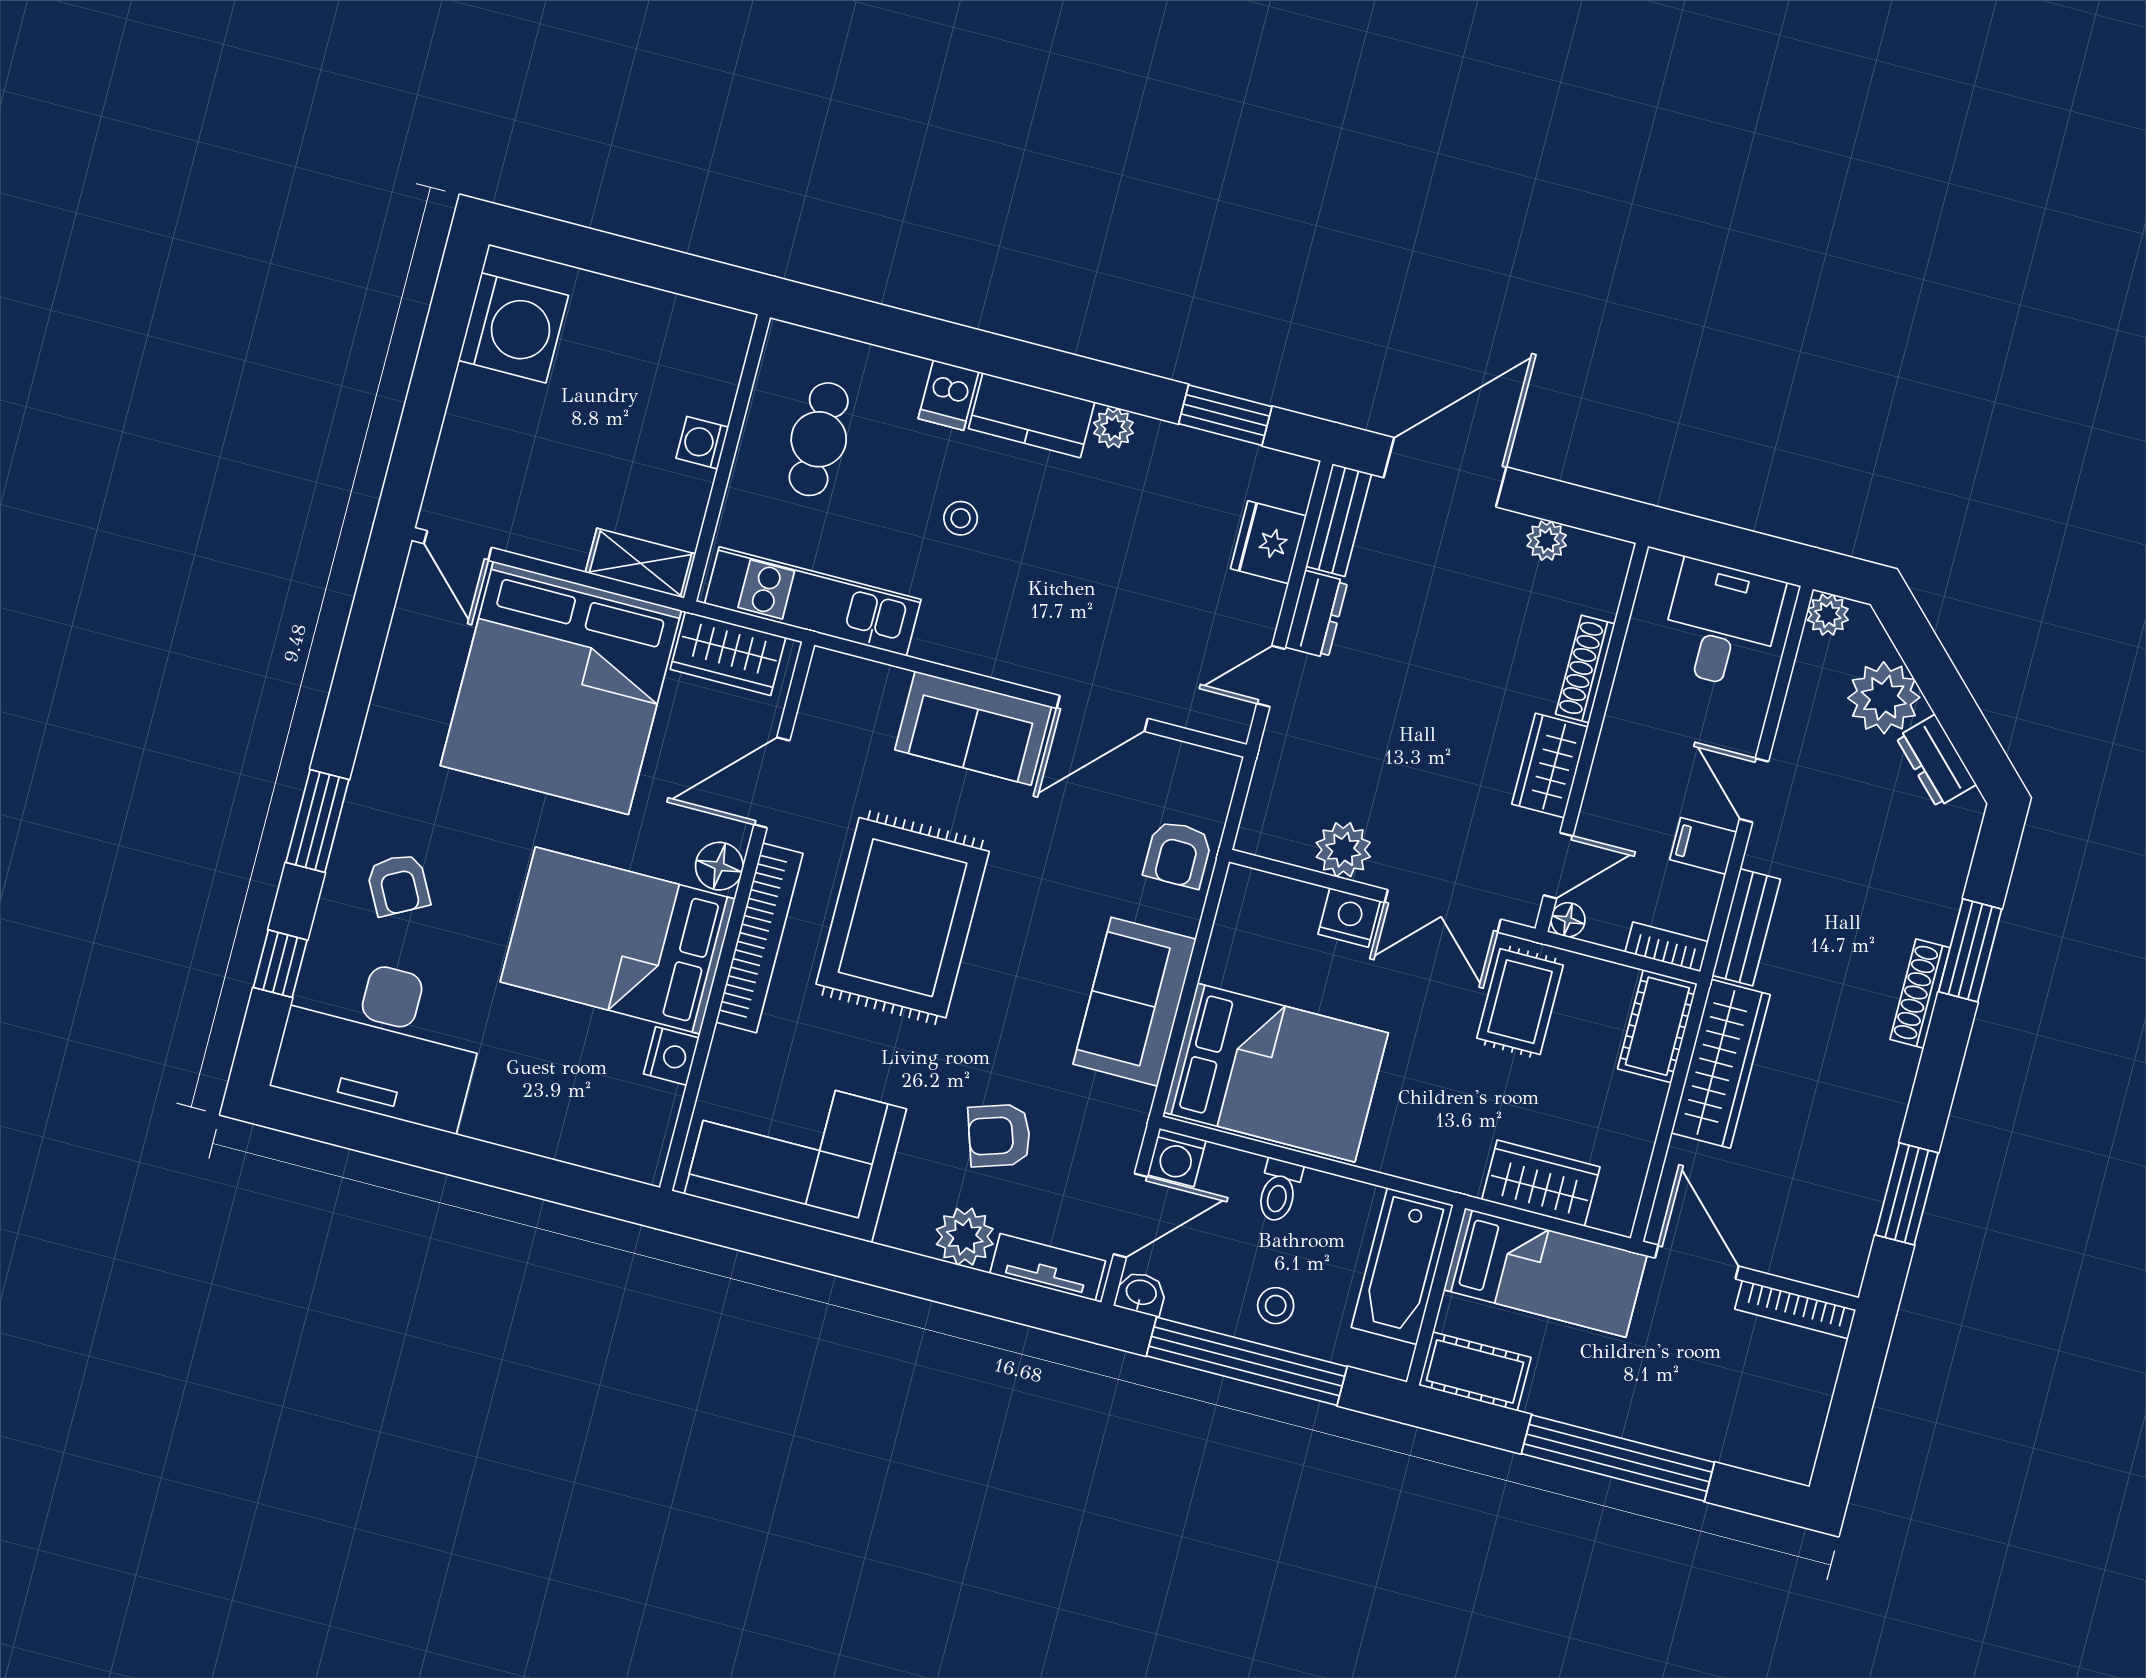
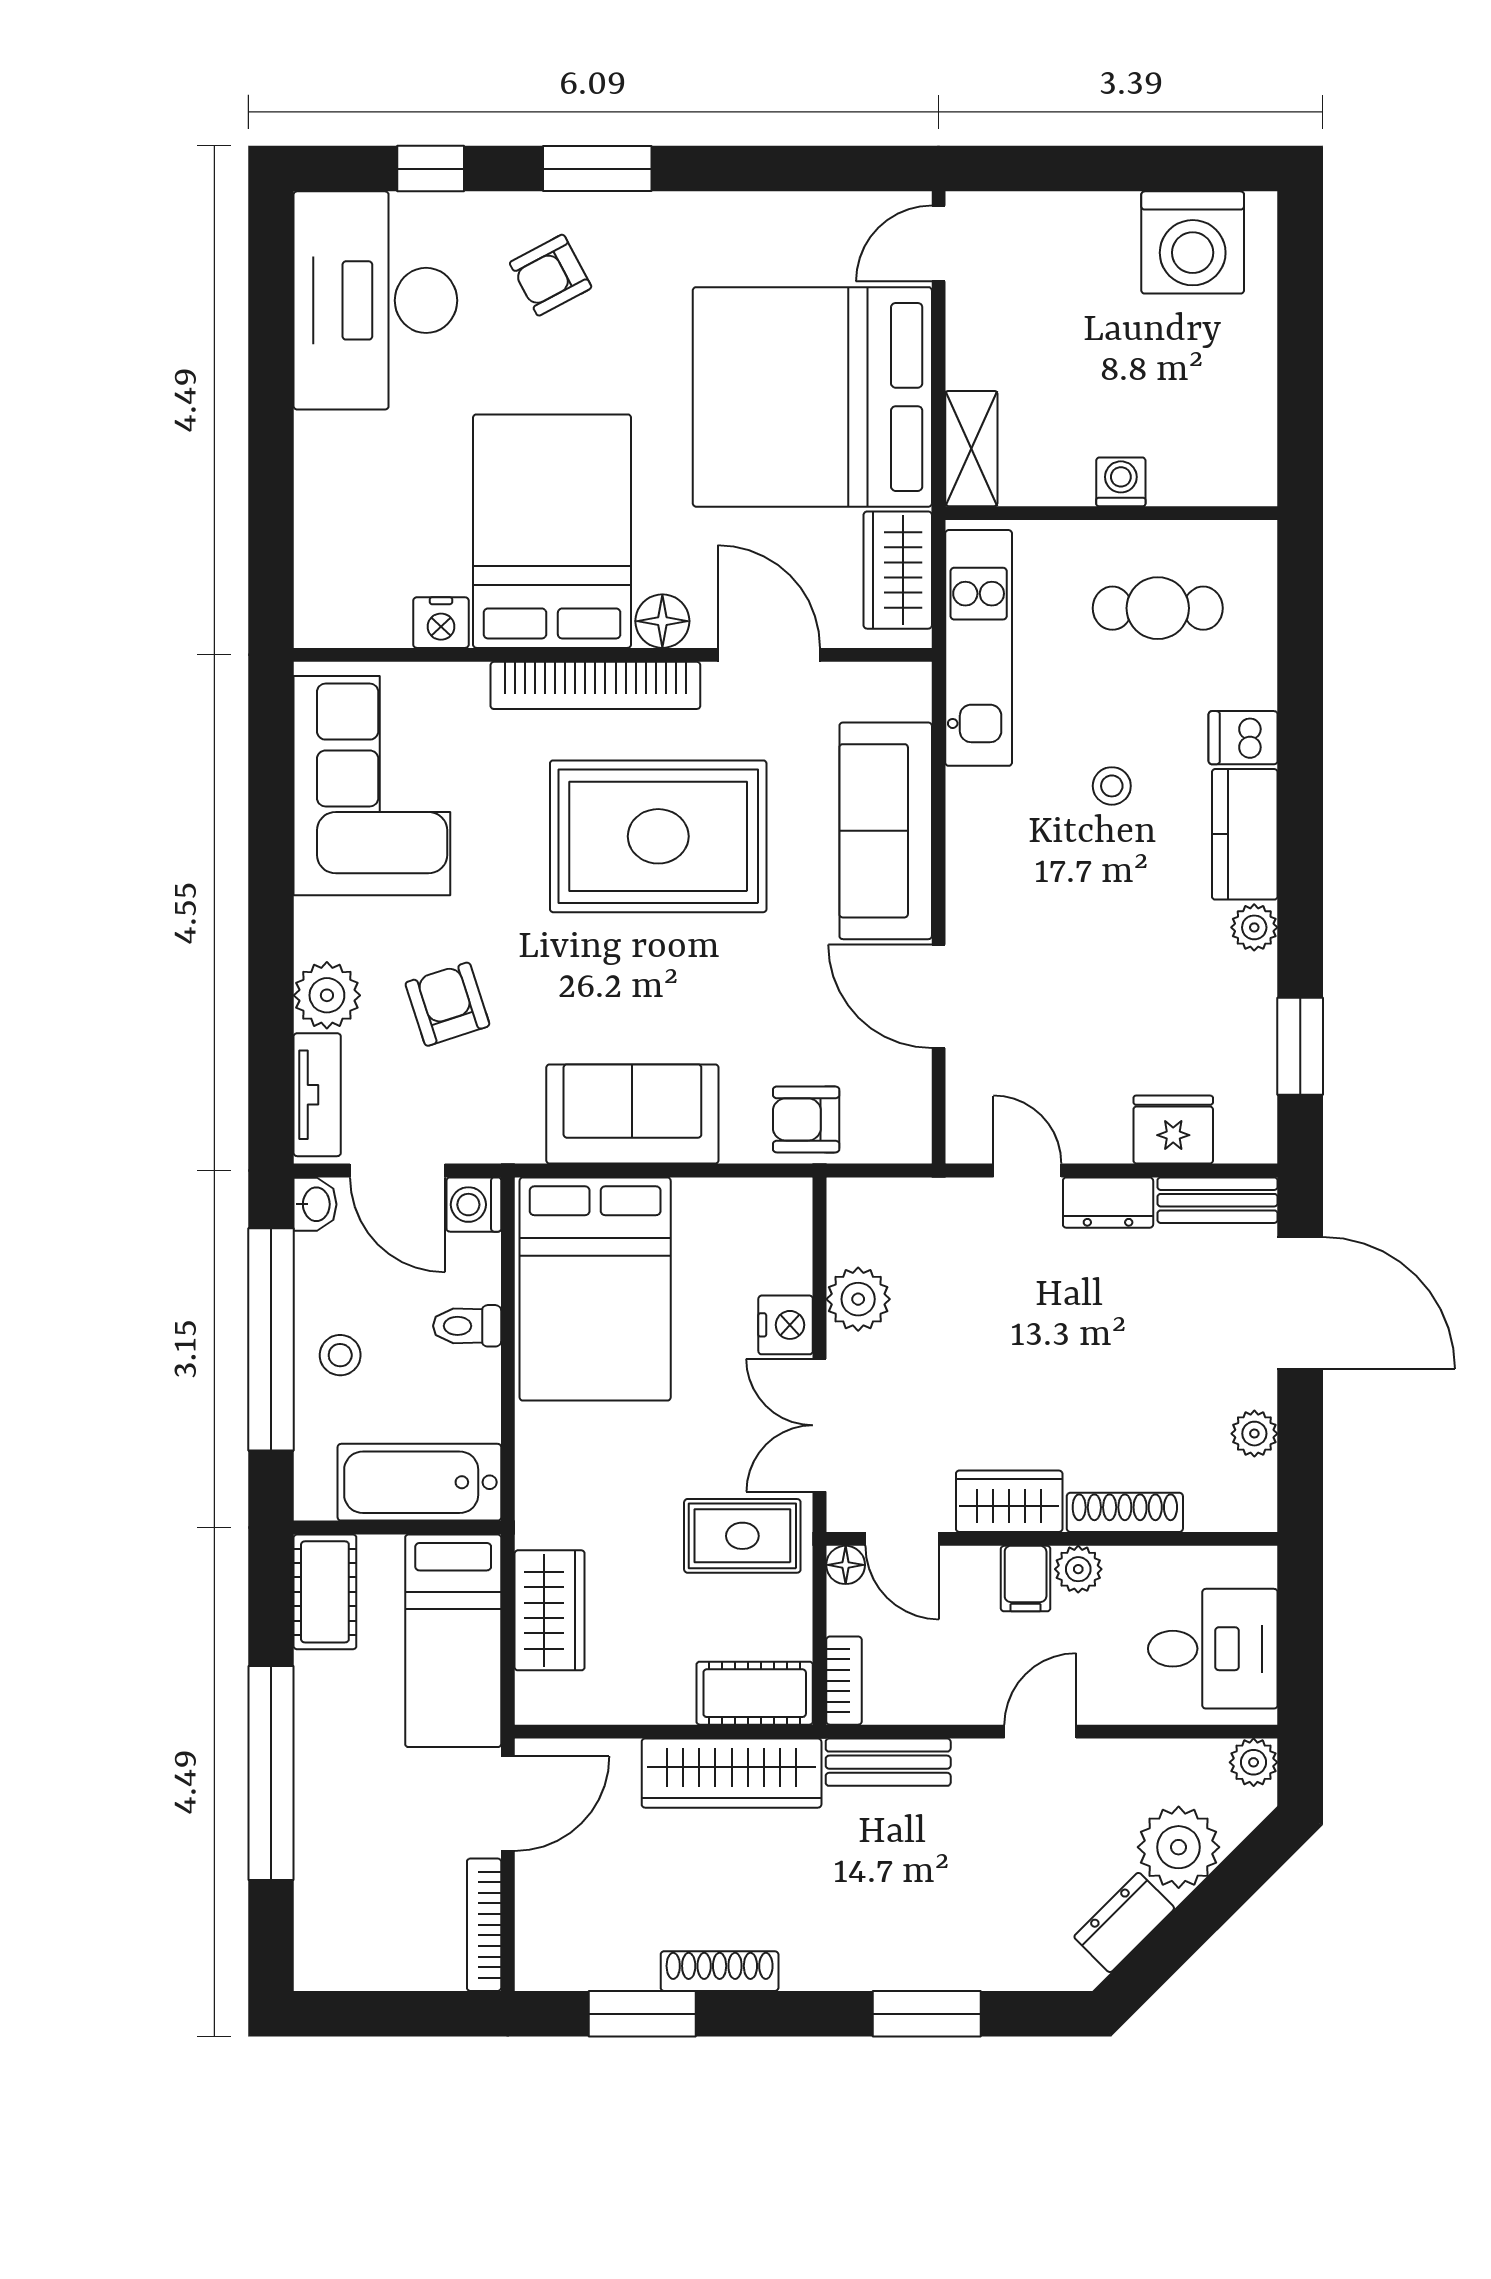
plant: (1623, 722) -> (1078, 1569), added
sofa: (973, 728) -> (886, 831), width x1.36
filing cabinet: (1703, 846) -> (1026, 1579), moved, turned 180
shoe rack: (1920, 994) -> (720, 1971), moved

